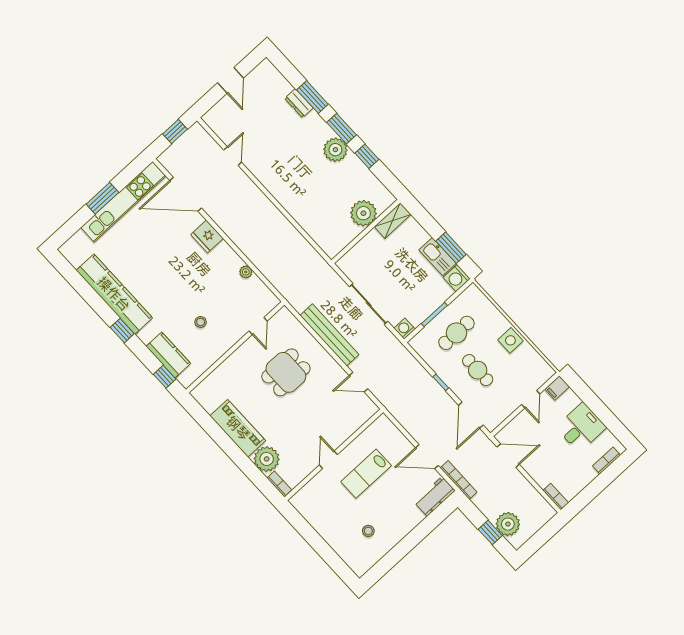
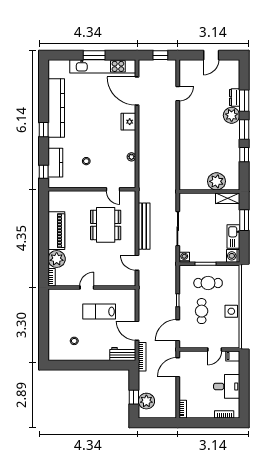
plant: (335, 150) -> (232, 115), moved
window: (451, 248) -> (244, 220), moved
door: (258, 326) -> (113, 189), hinge flipped
dining table: (286, 372) -> (106, 225), width x1.38
door: (508, 456) -> (178, 367), swing flipped

